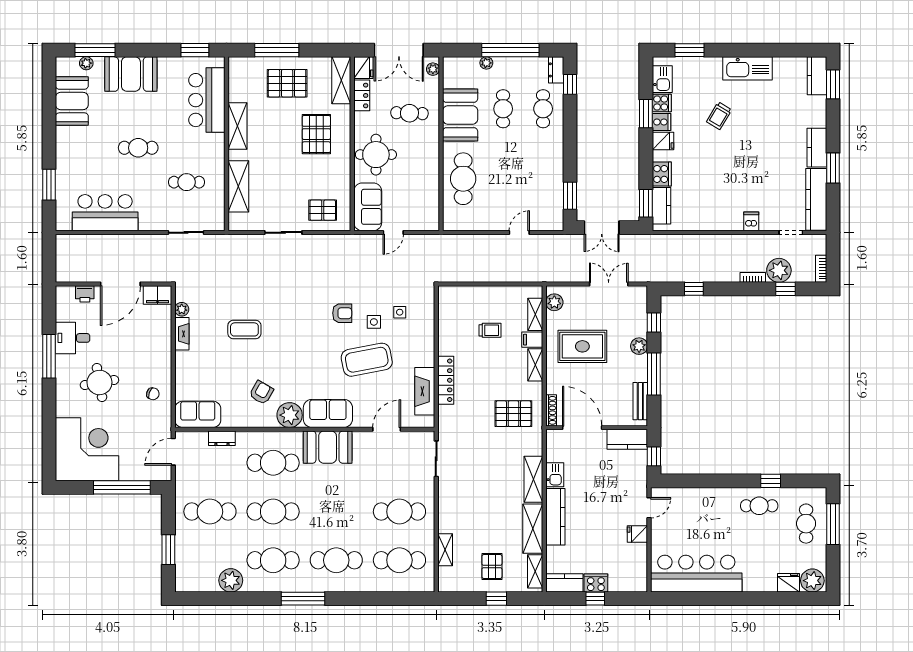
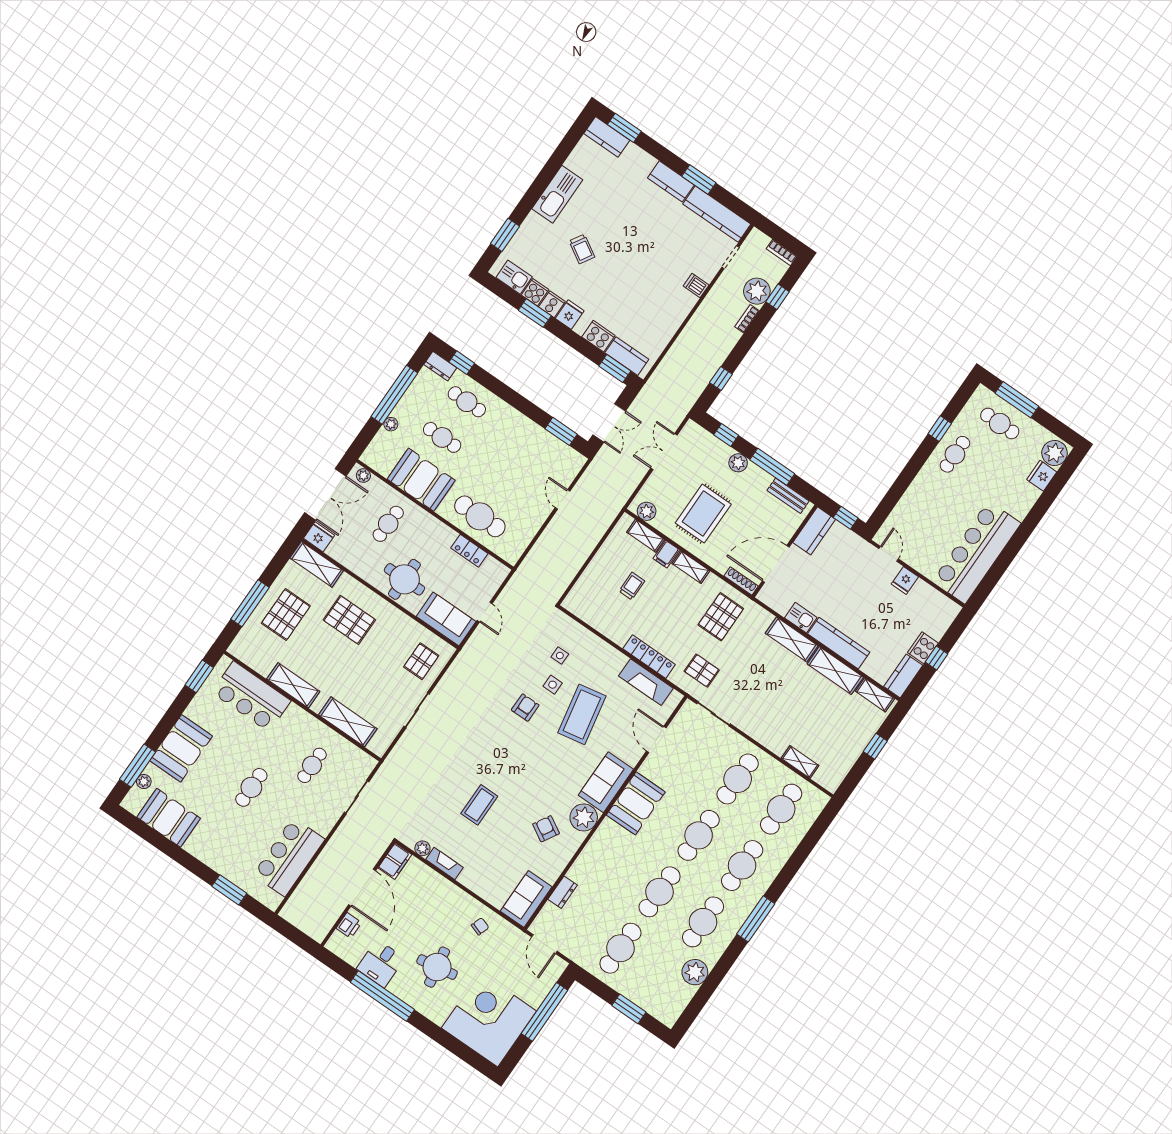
locker: (362, 95) -> (469, 551), moved, turned 180
window: (49, 356) -> (382, 996), width x1.46
cafe table: (273, 463) -> (699, 835), moved
pallet: (492, 567) -> (702, 671), moved

